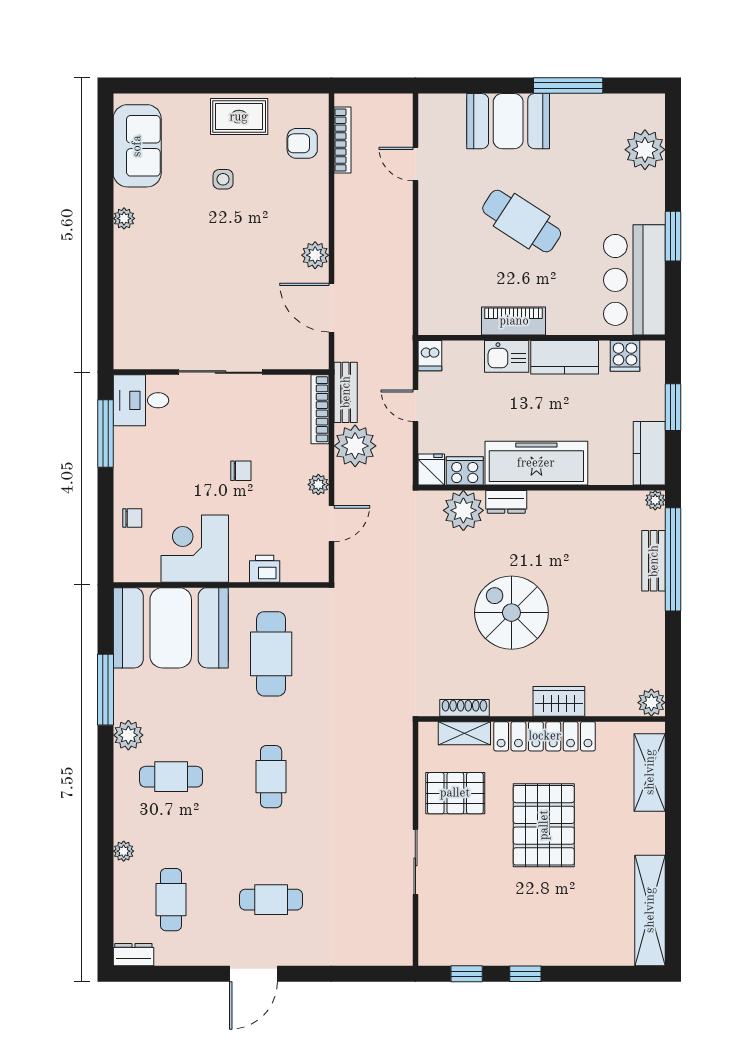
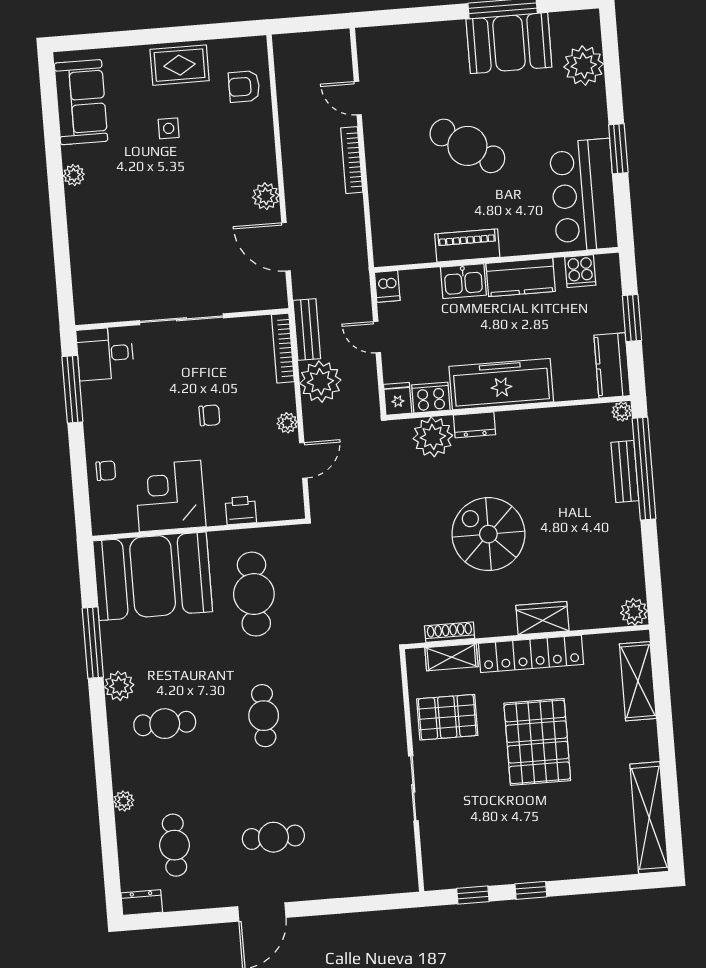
booth: (508, 121) -> (509, 43), moved
bookcase: (343, 140) -> (352, 160), moved, turned 180

